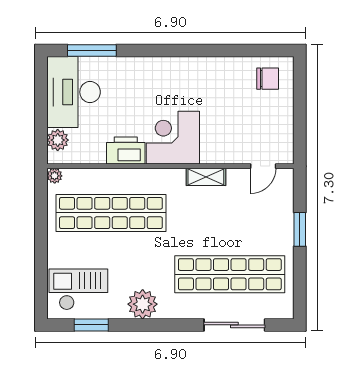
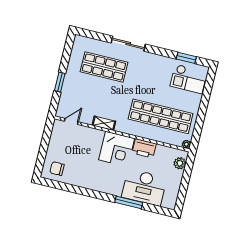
window: (92, 51) -> (129, 202), moved
desk: (74, 92) -> (144, 187), moved, turned 90
shop shelf: (230, 274) -> (104, 67), width x0.71
plant: (143, 304) -> (156, 62), removed
sliding door: (234, 325) -> (128, 44), moved

